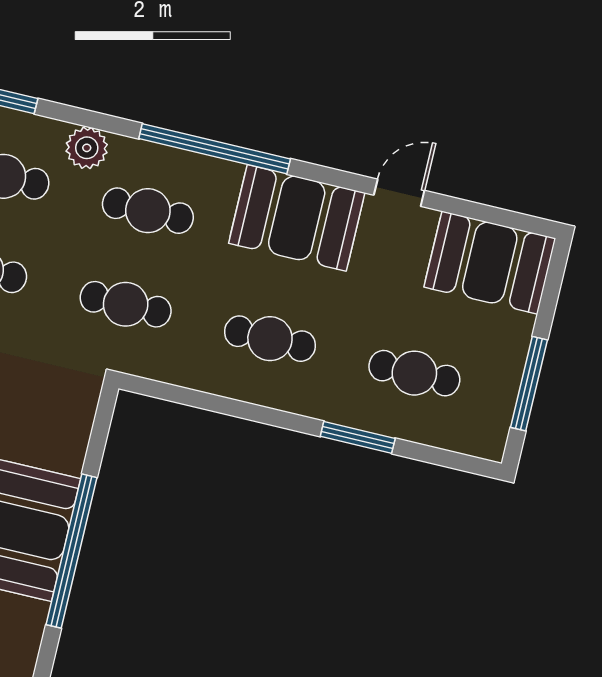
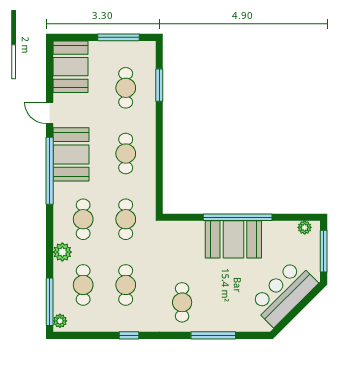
window: (215, 149) -> (50, 171), moved
window: (358, 437) -> (159, 85), moved

